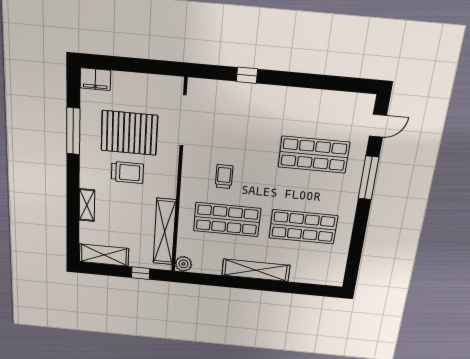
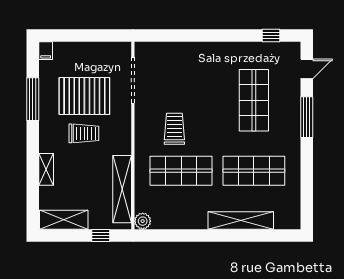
window: (247, 75) -> (271, 35), moved
filing cabinet: (95, 79) -> (46, 51), width x0.50
shop shelf: (314, 155) -> (254, 100), turned 90
trolley: (224, 177) -> (174, 129), width x1.36, depth x1.39
shelving: (256, 270) -> (241, 220), moved

